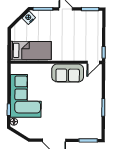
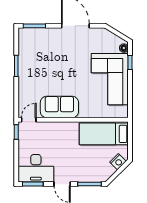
nightstand: (29, 18) -> (118, 162), moved
desk: (87, 22) -> (36, 168), added

